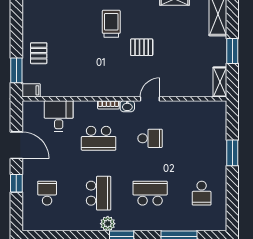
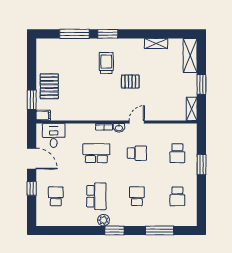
pallet: (39, 53) -> (49, 86), width x1.50, depth x1.42
desk: (59, 116) -> (54, 136), moved
school desk: (99, 138) -> (96, 153), turned 180
school desk: (202, 138) -> (177, 153), added
school desk: (150, 193) -> (137, 196), width x0.54

